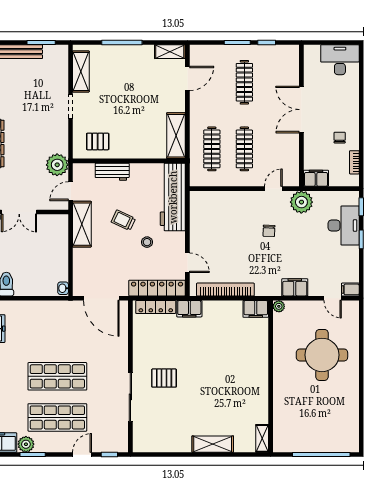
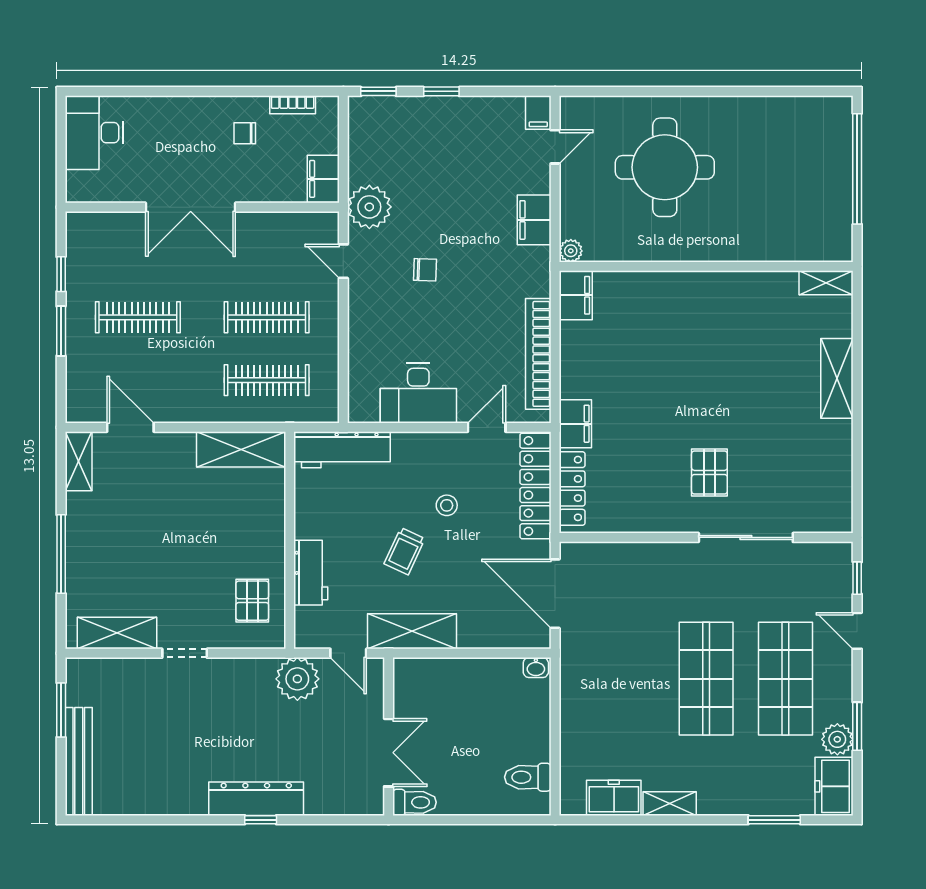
workbench: (173, 197) -> (342, 450), width x0.73, depth x0.76
desk: (344, 225) -> (418, 393), moved, turned 180
door: (101, 298) -> (555, 594), swing flipped

